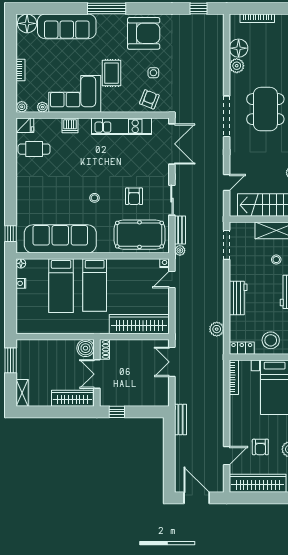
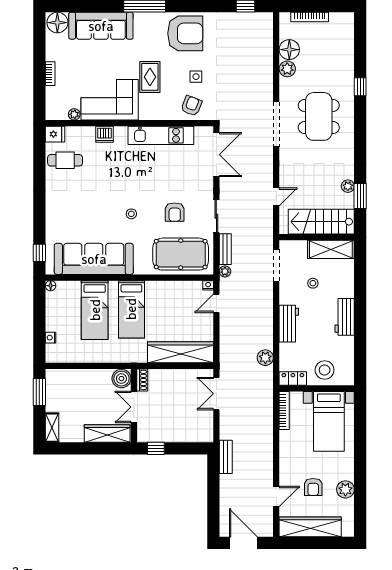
plant: (22, 107) -> (52, 114), removed
stool: (276, 260) -> (313, 283), moved
nightstand: (21, 283) -> (51, 338), moved

